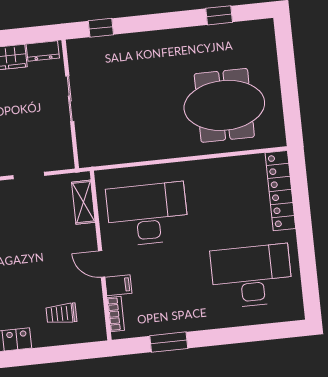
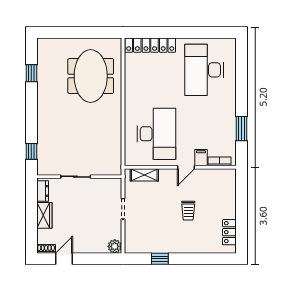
desk: (147, 214) -> (156, 134), turned 180
trolley: (61, 314) -> (188, 211), moved

